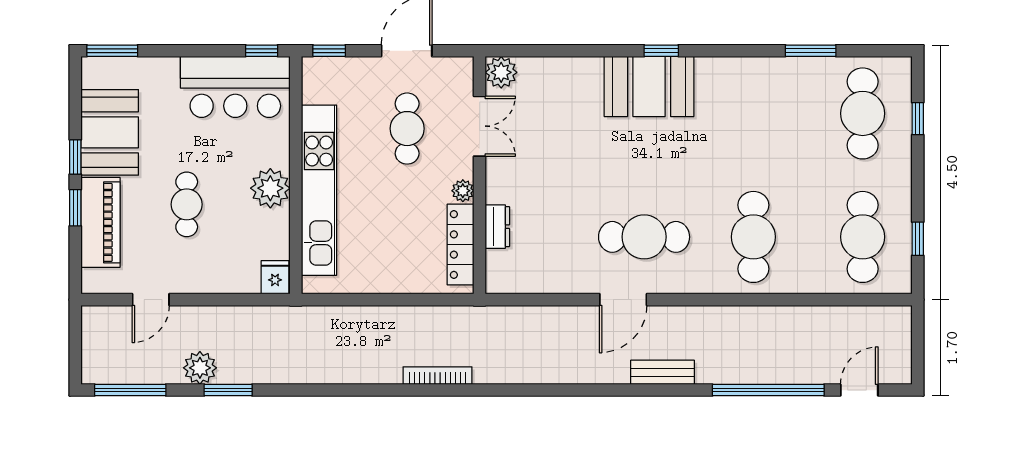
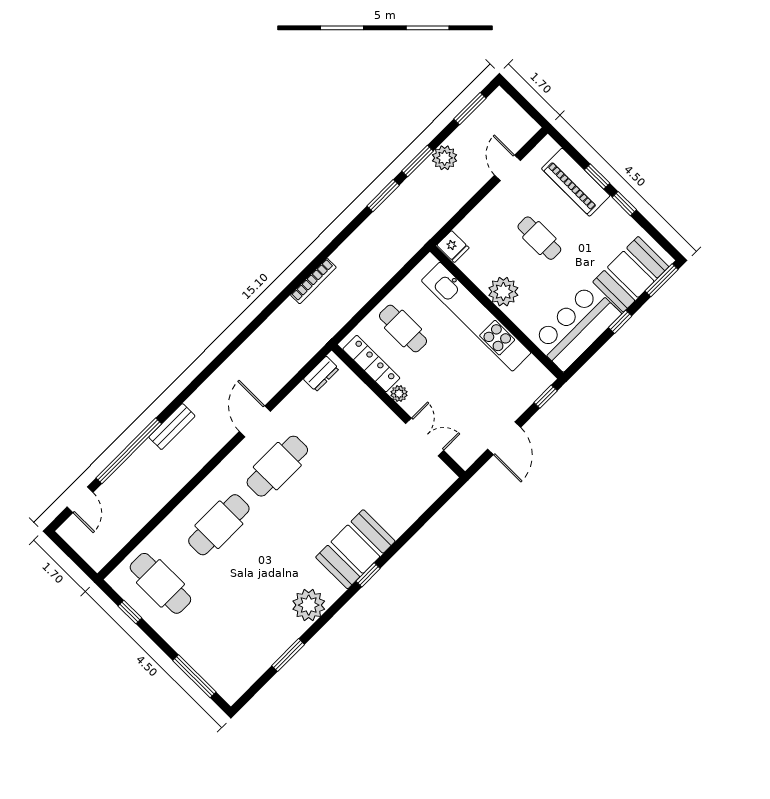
window: (262, 51) -> (620, 322), moved
plant: (501, 72) -> (309, 605), moved, width x1.36, depth x1.36
cafe table: (863, 113) -> (227, 649), removed
window: (918, 119) -> (194, 676), width x2.17
double door: (480, 126) -> (425, 437), swing flipped
cafe table: (407, 129) -> (403, 329), moved
booth: (110, 132) -> (631, 274), moved, turned 90
dresser: (497, 227) -> (321, 374), moved, turned -90
cafe table: (753, 237) -> (219, 525), turned 90
bench: (662, 372) -> (172, 427), moved
window: (130, 390) -> (470, 109), width x0.69
window: (293, 390) -> (383, 196), added

